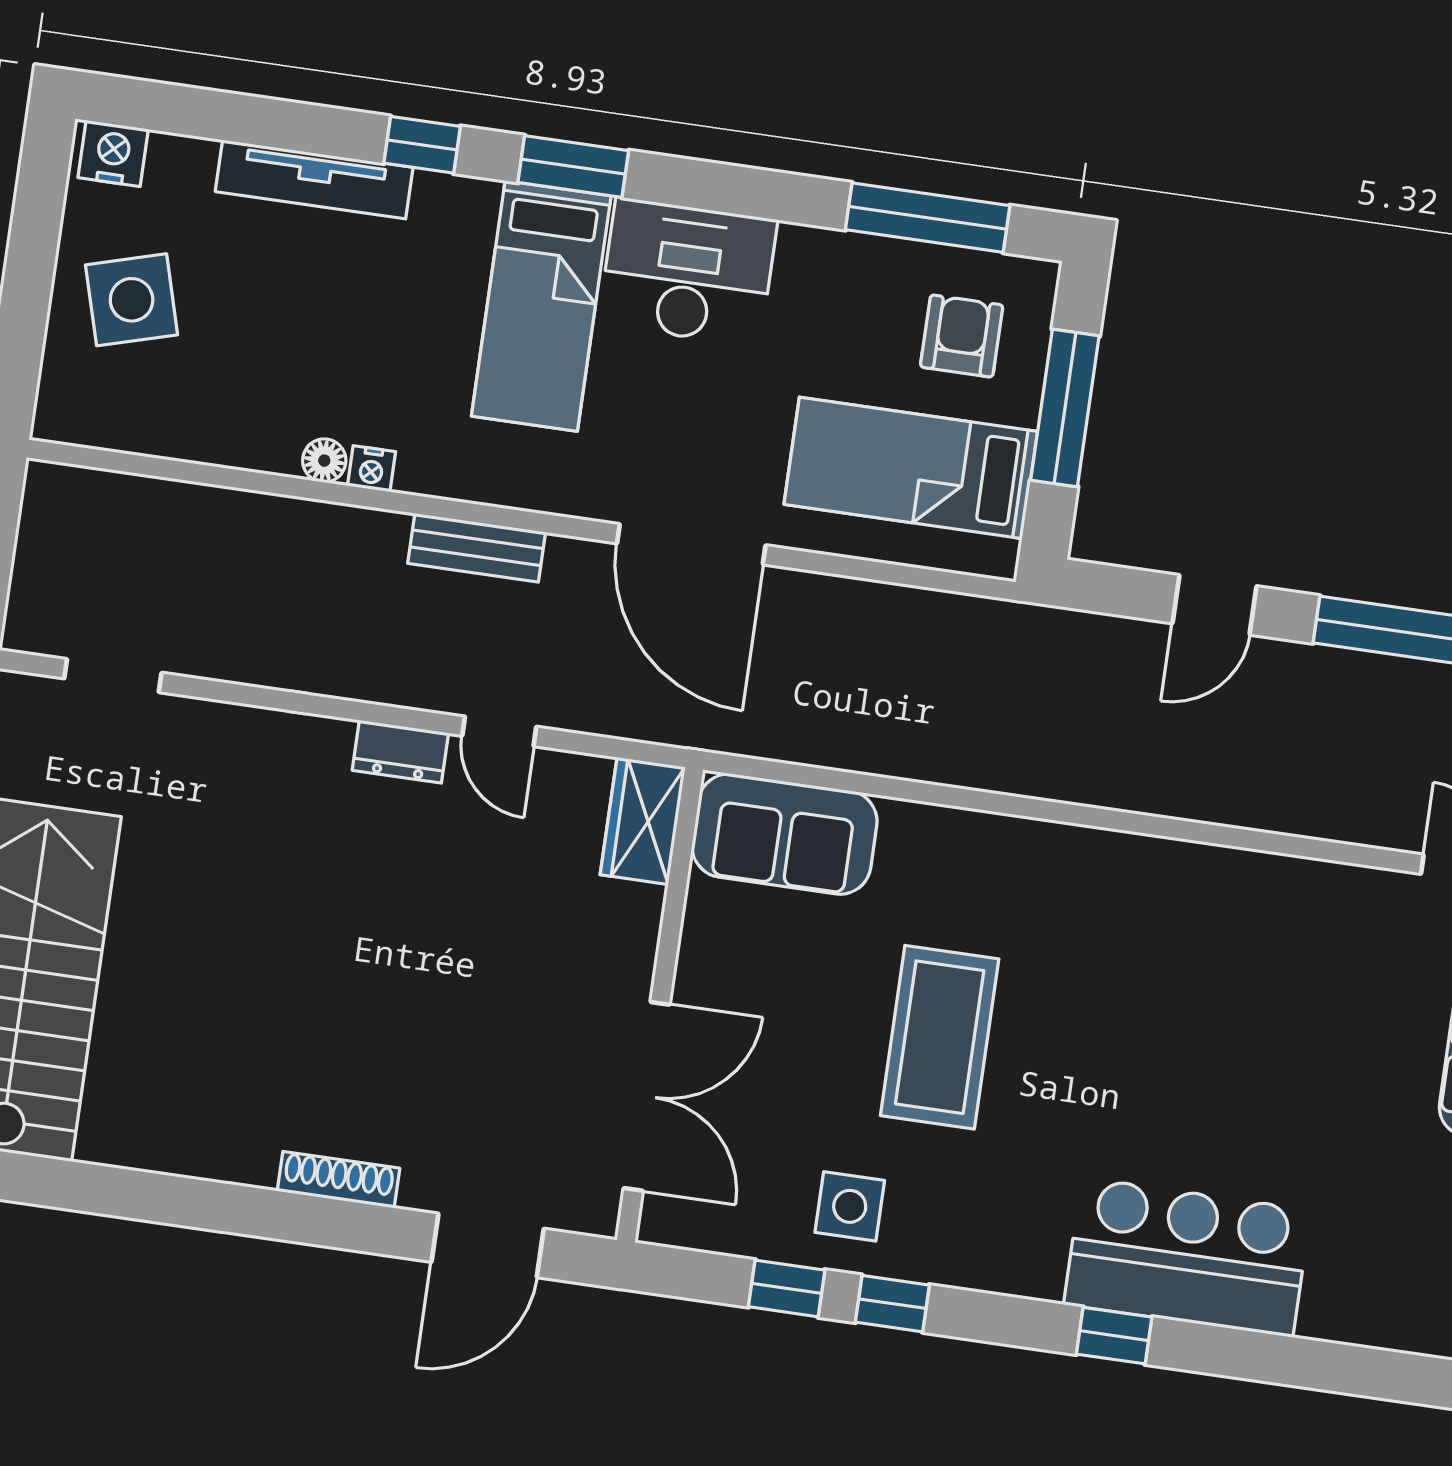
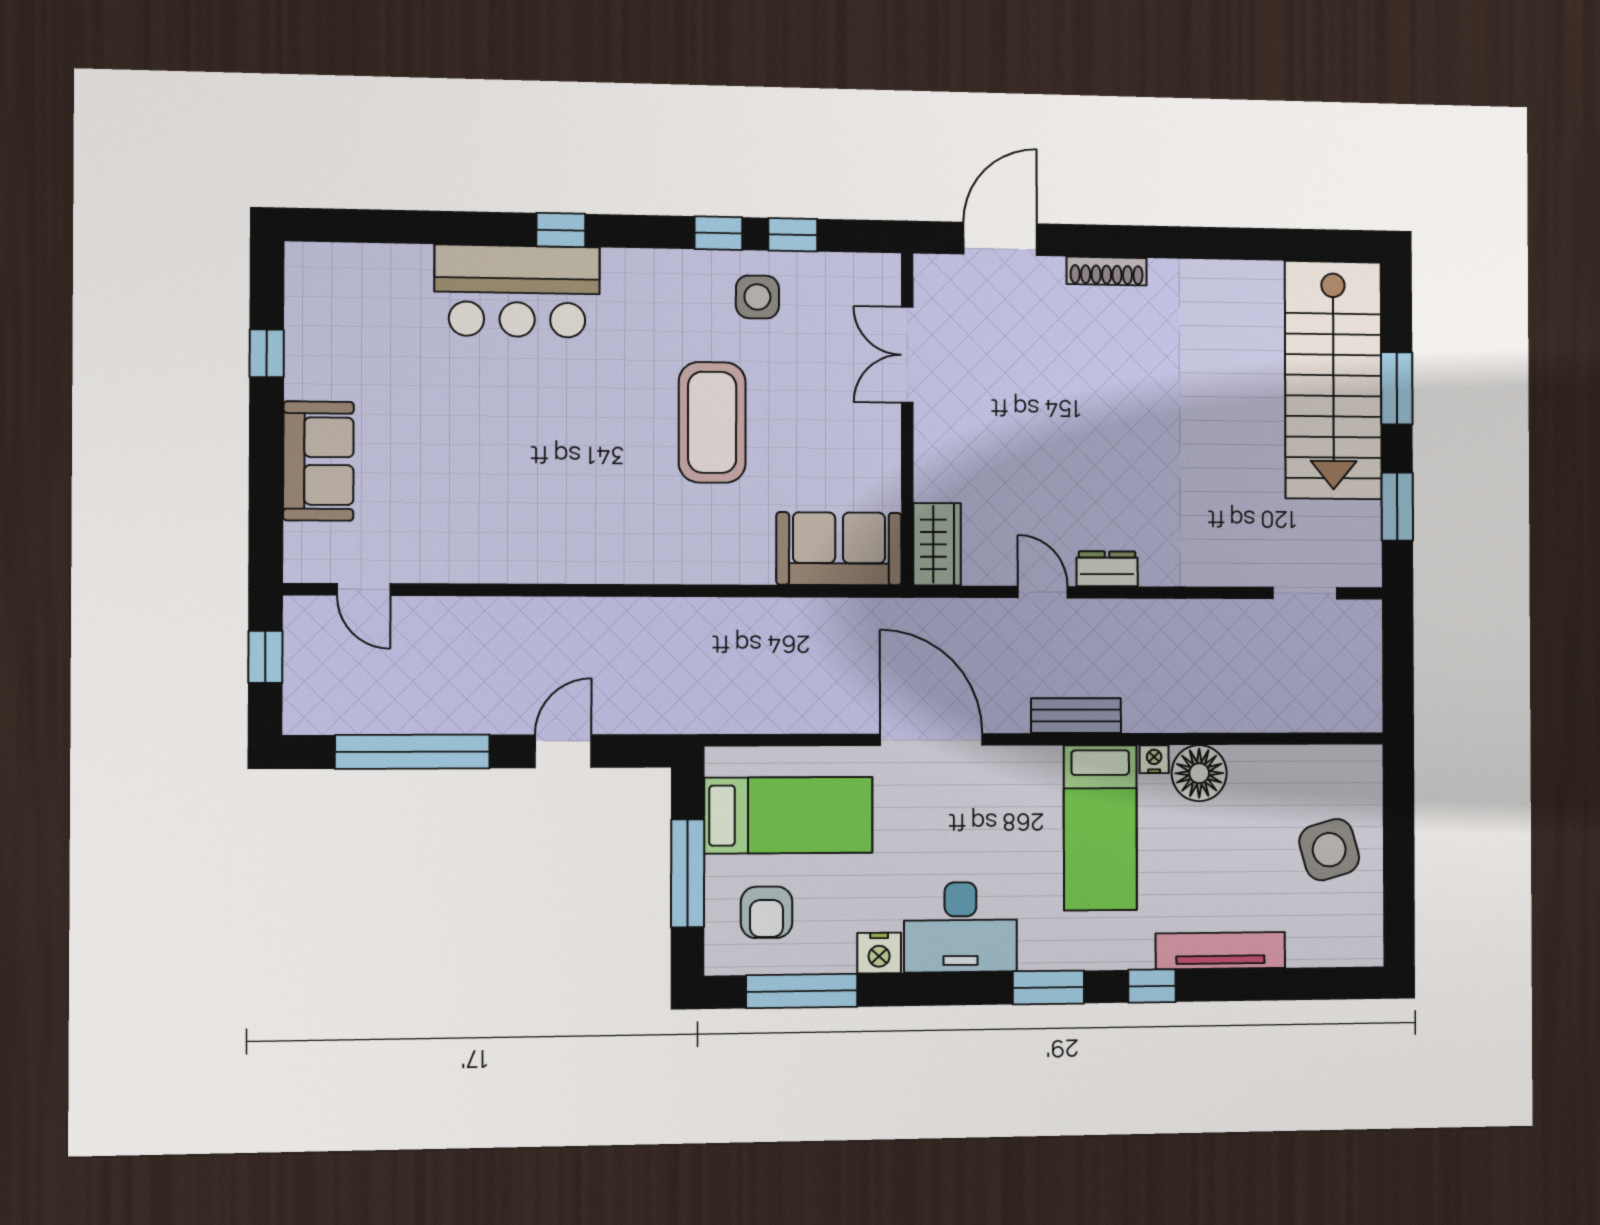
nightstand: (113, 153) -> (879, 953), moved
bed: (541, 306) -> (1100, 828), moved, turned 180
floor lamp: (324, 461) -> (1199, 773), width x1.89, depth x1.89
double door: (647, 1096) -> (907, 355), width x0.73

